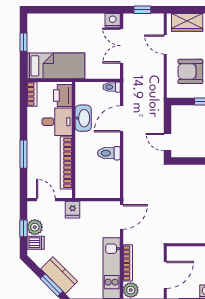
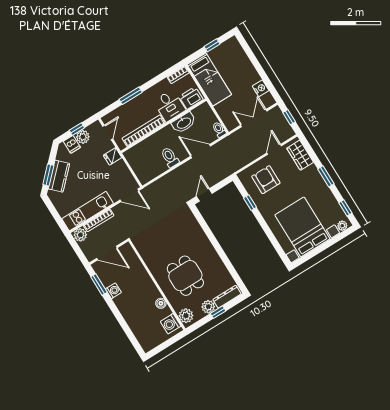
nightstand: (113, 20) -> (261, 88), moved

